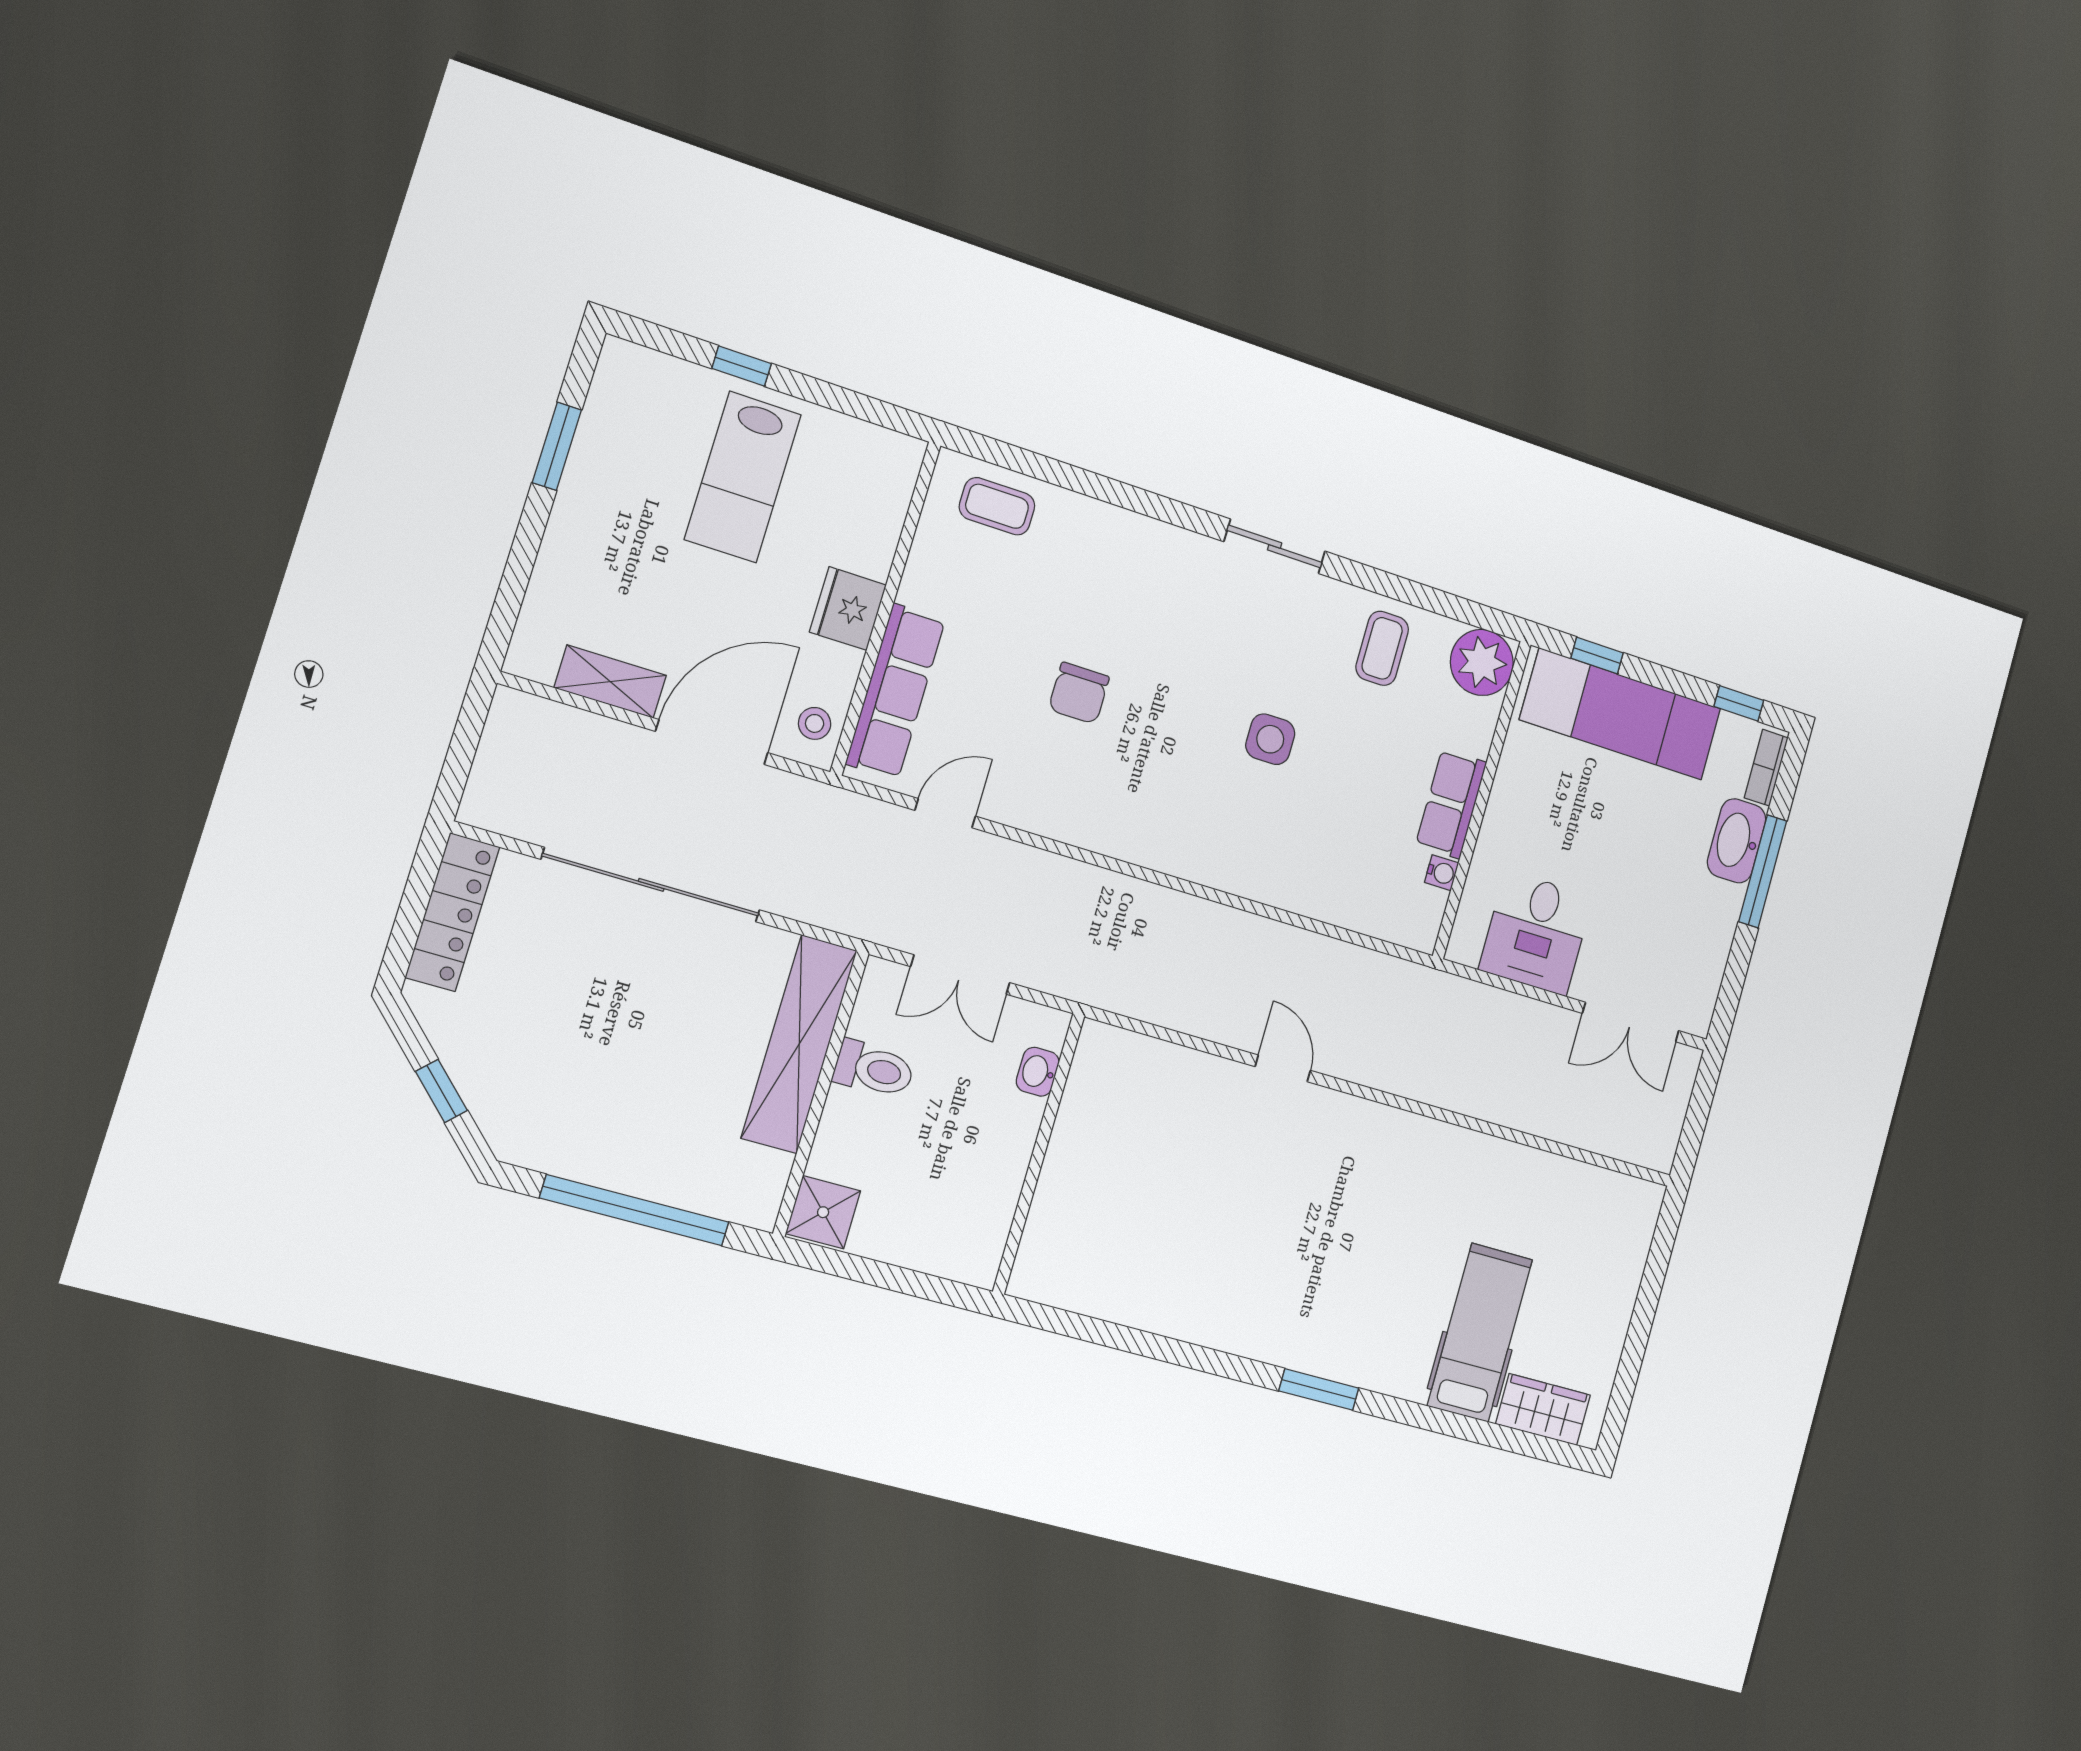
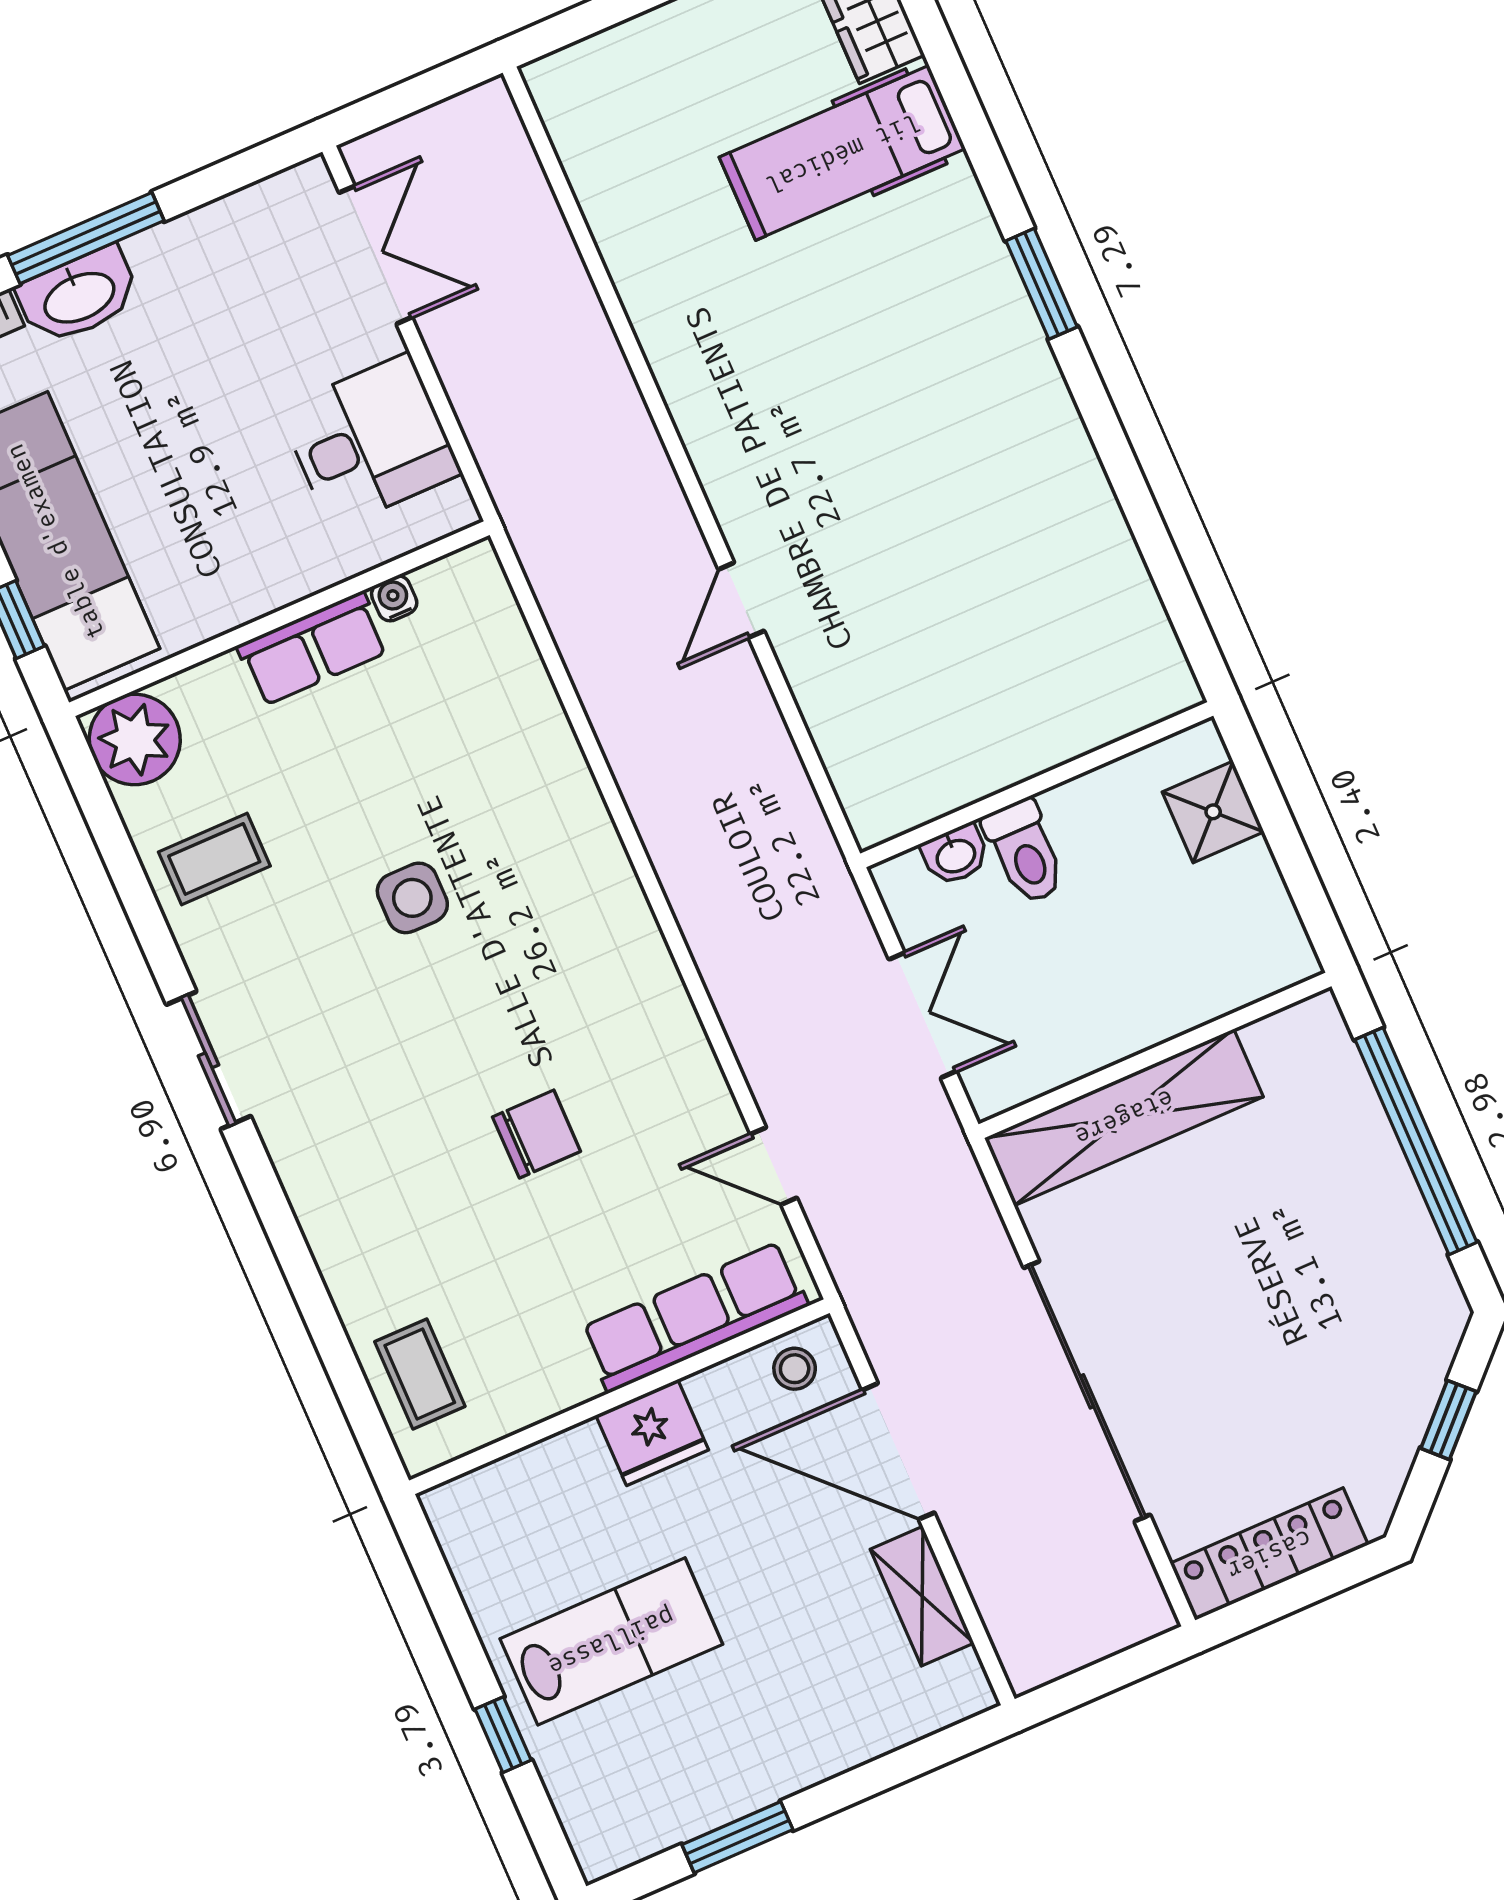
toilet: (874, 1069) -> (1025, 852), moved, turned 180
shower: (823, 1212) -> (1213, 812), moved

